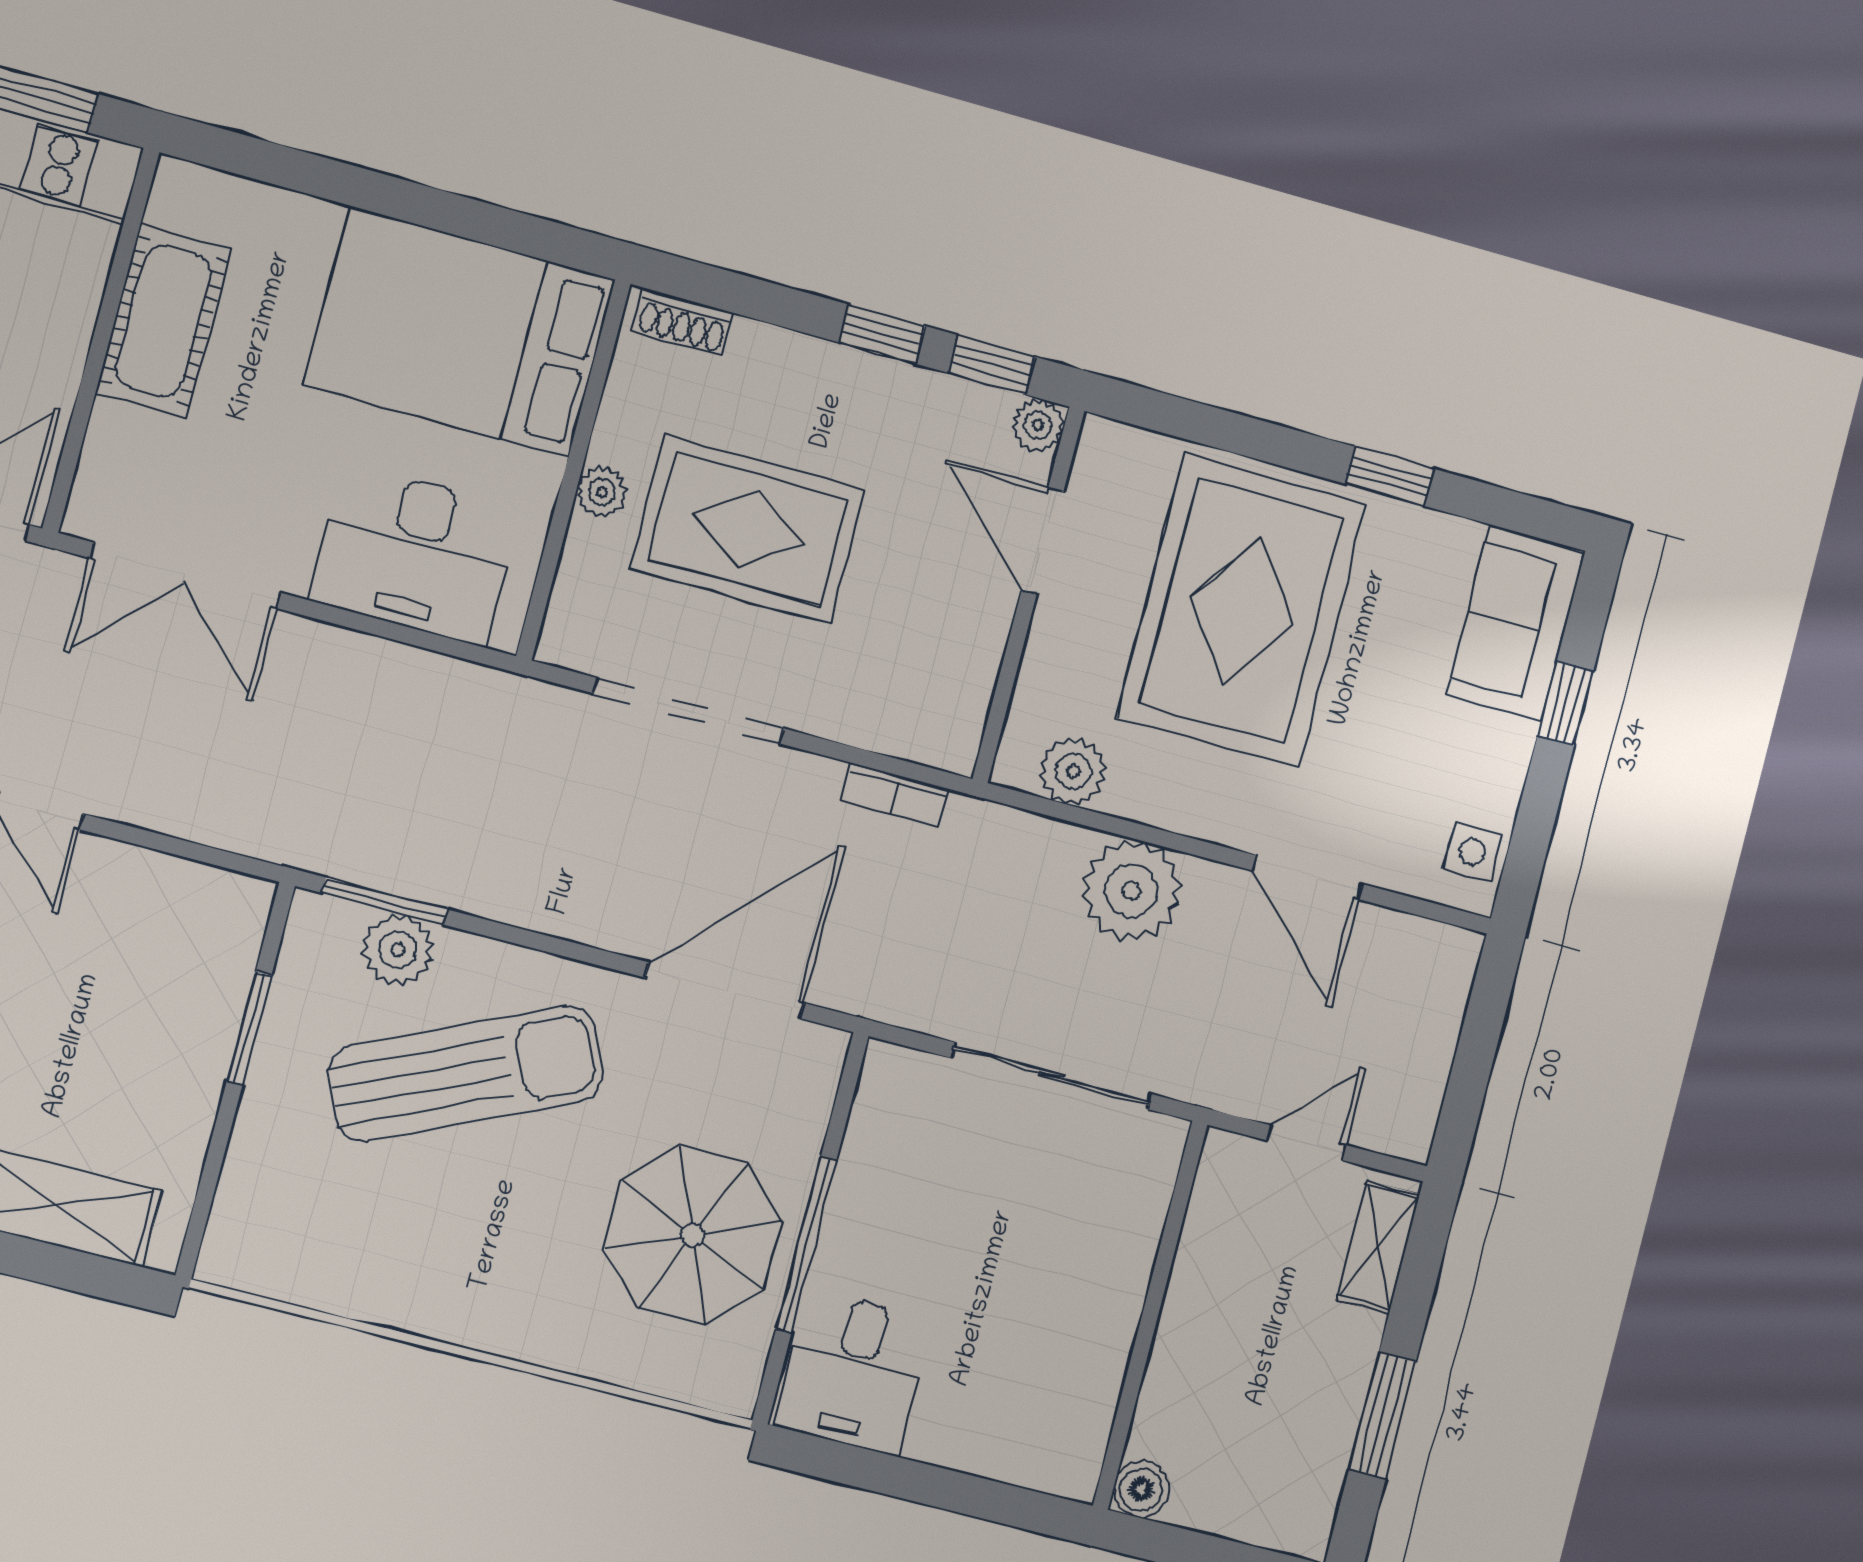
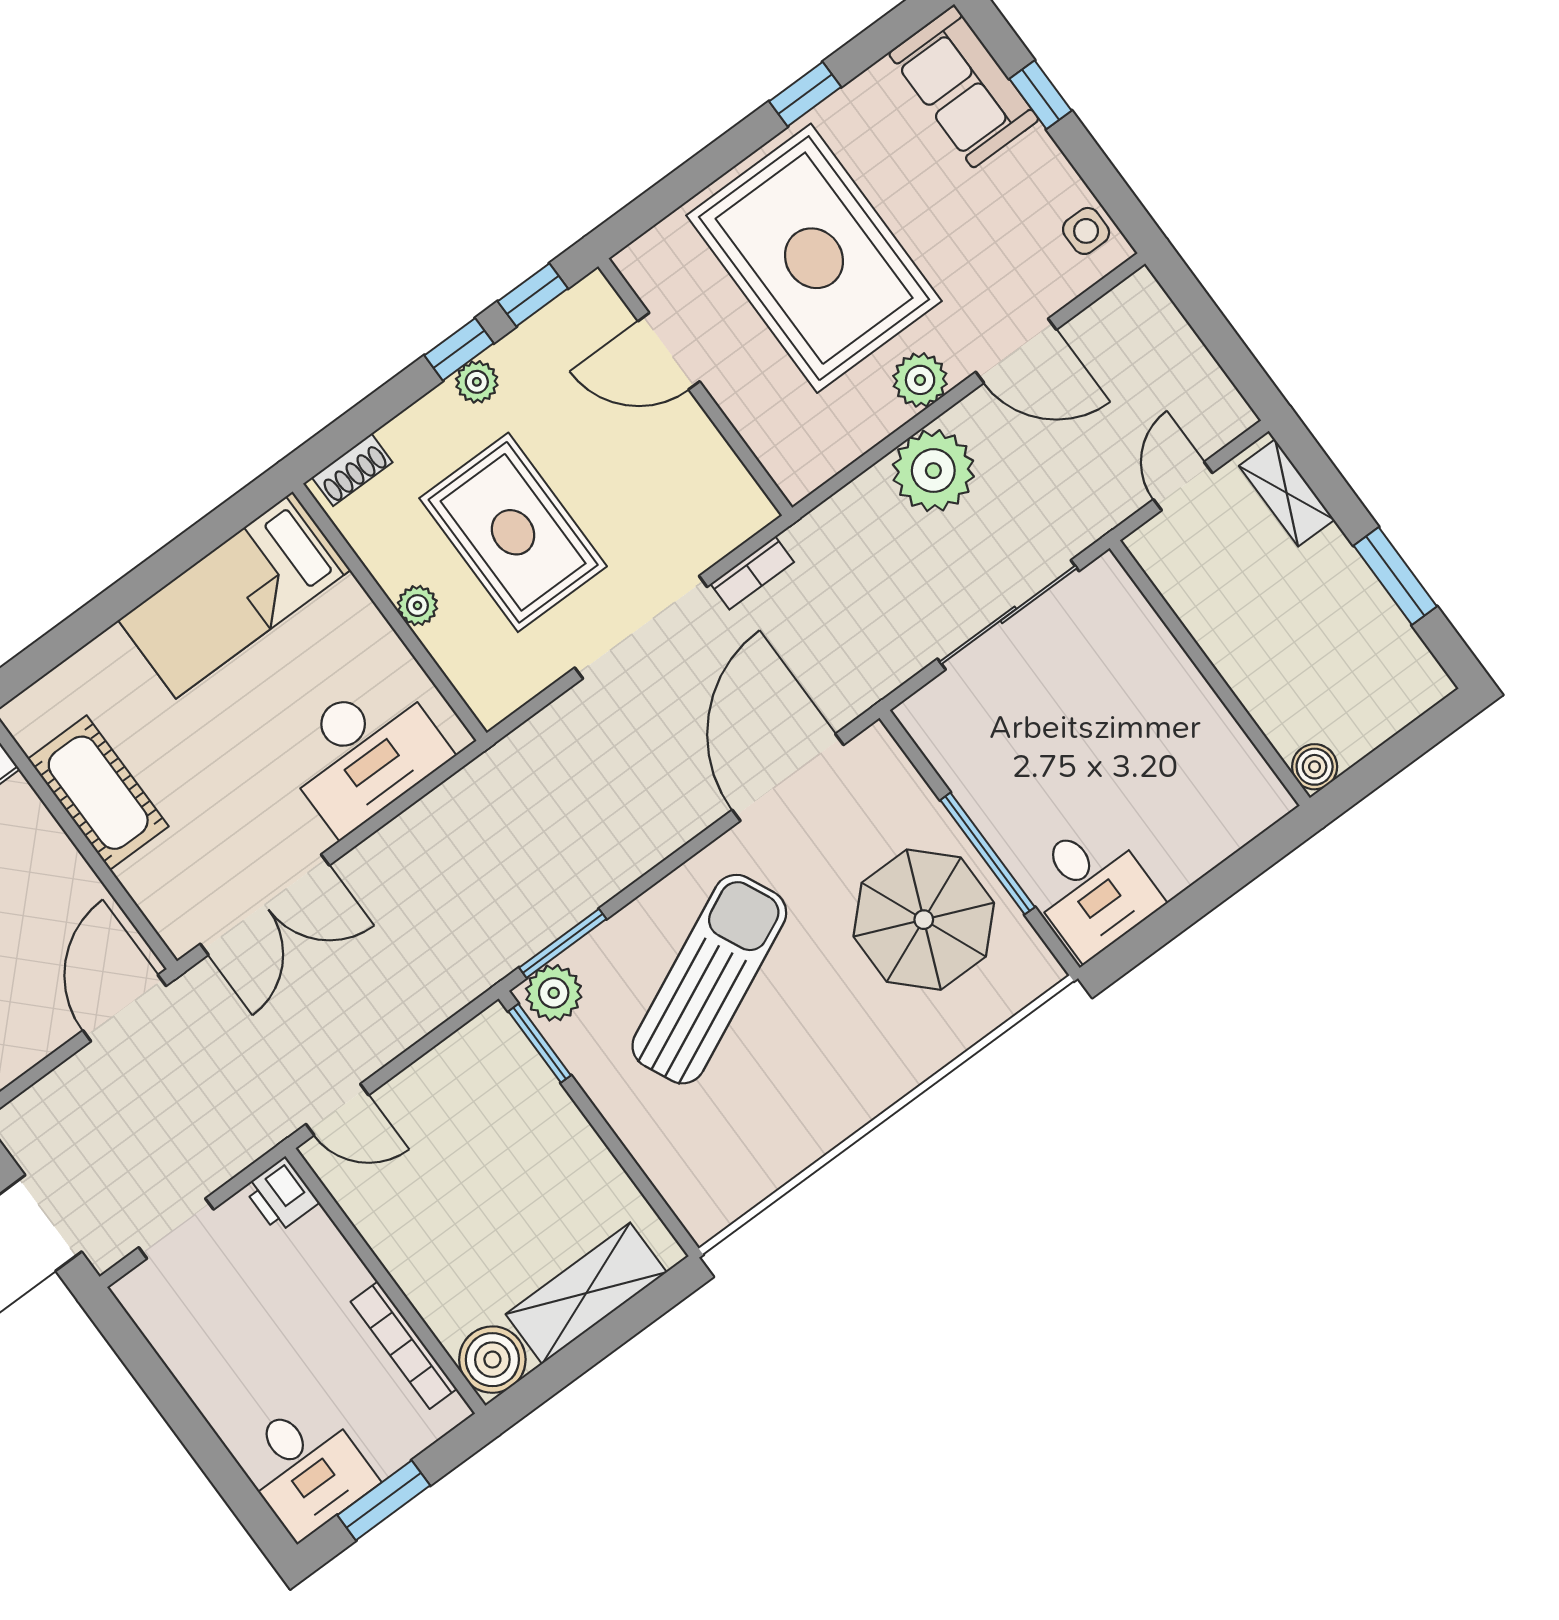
bed: (460, 332) -> (234, 595), width x0.67
plant: (1038, 425) -> (477, 382), moved
rug: (748, 529) -> (513, 532), turned 90
doorway: (688, 711) -> (641, 627), moved
plant: (1073, 771) -> (920, 380), moved
plant: (398, 950) -> (554, 993), moved
window: (249, 1028) -> (540, 1043), moved

